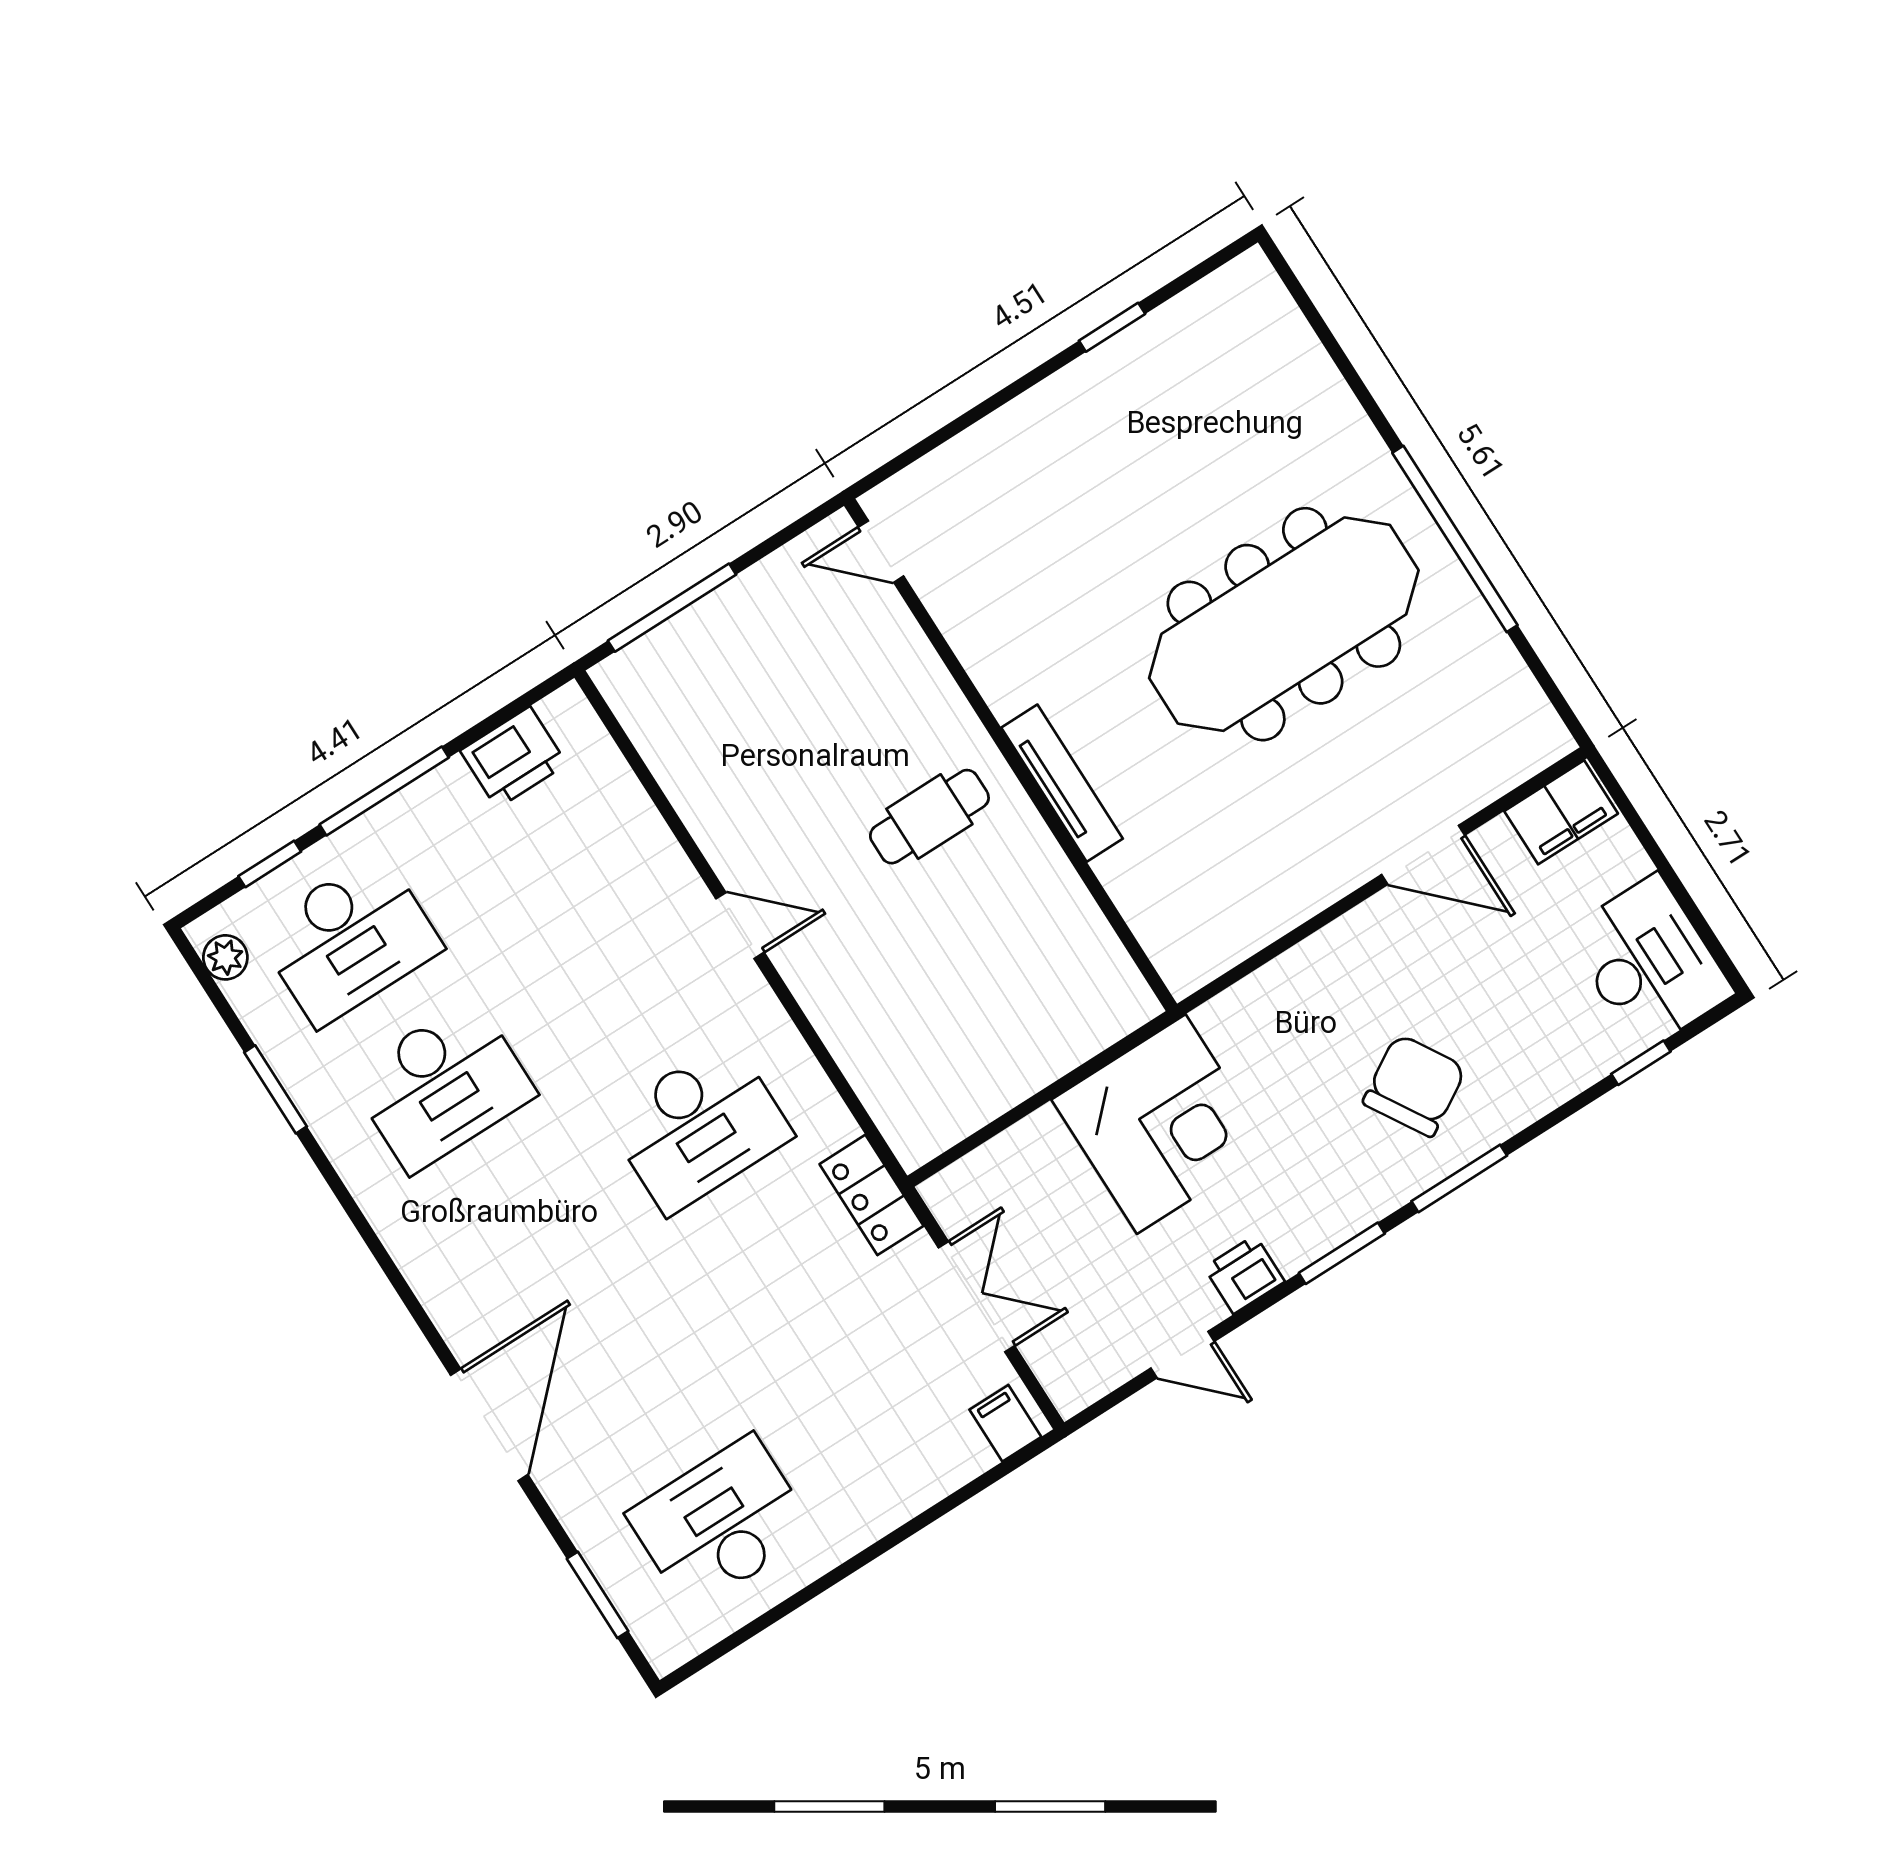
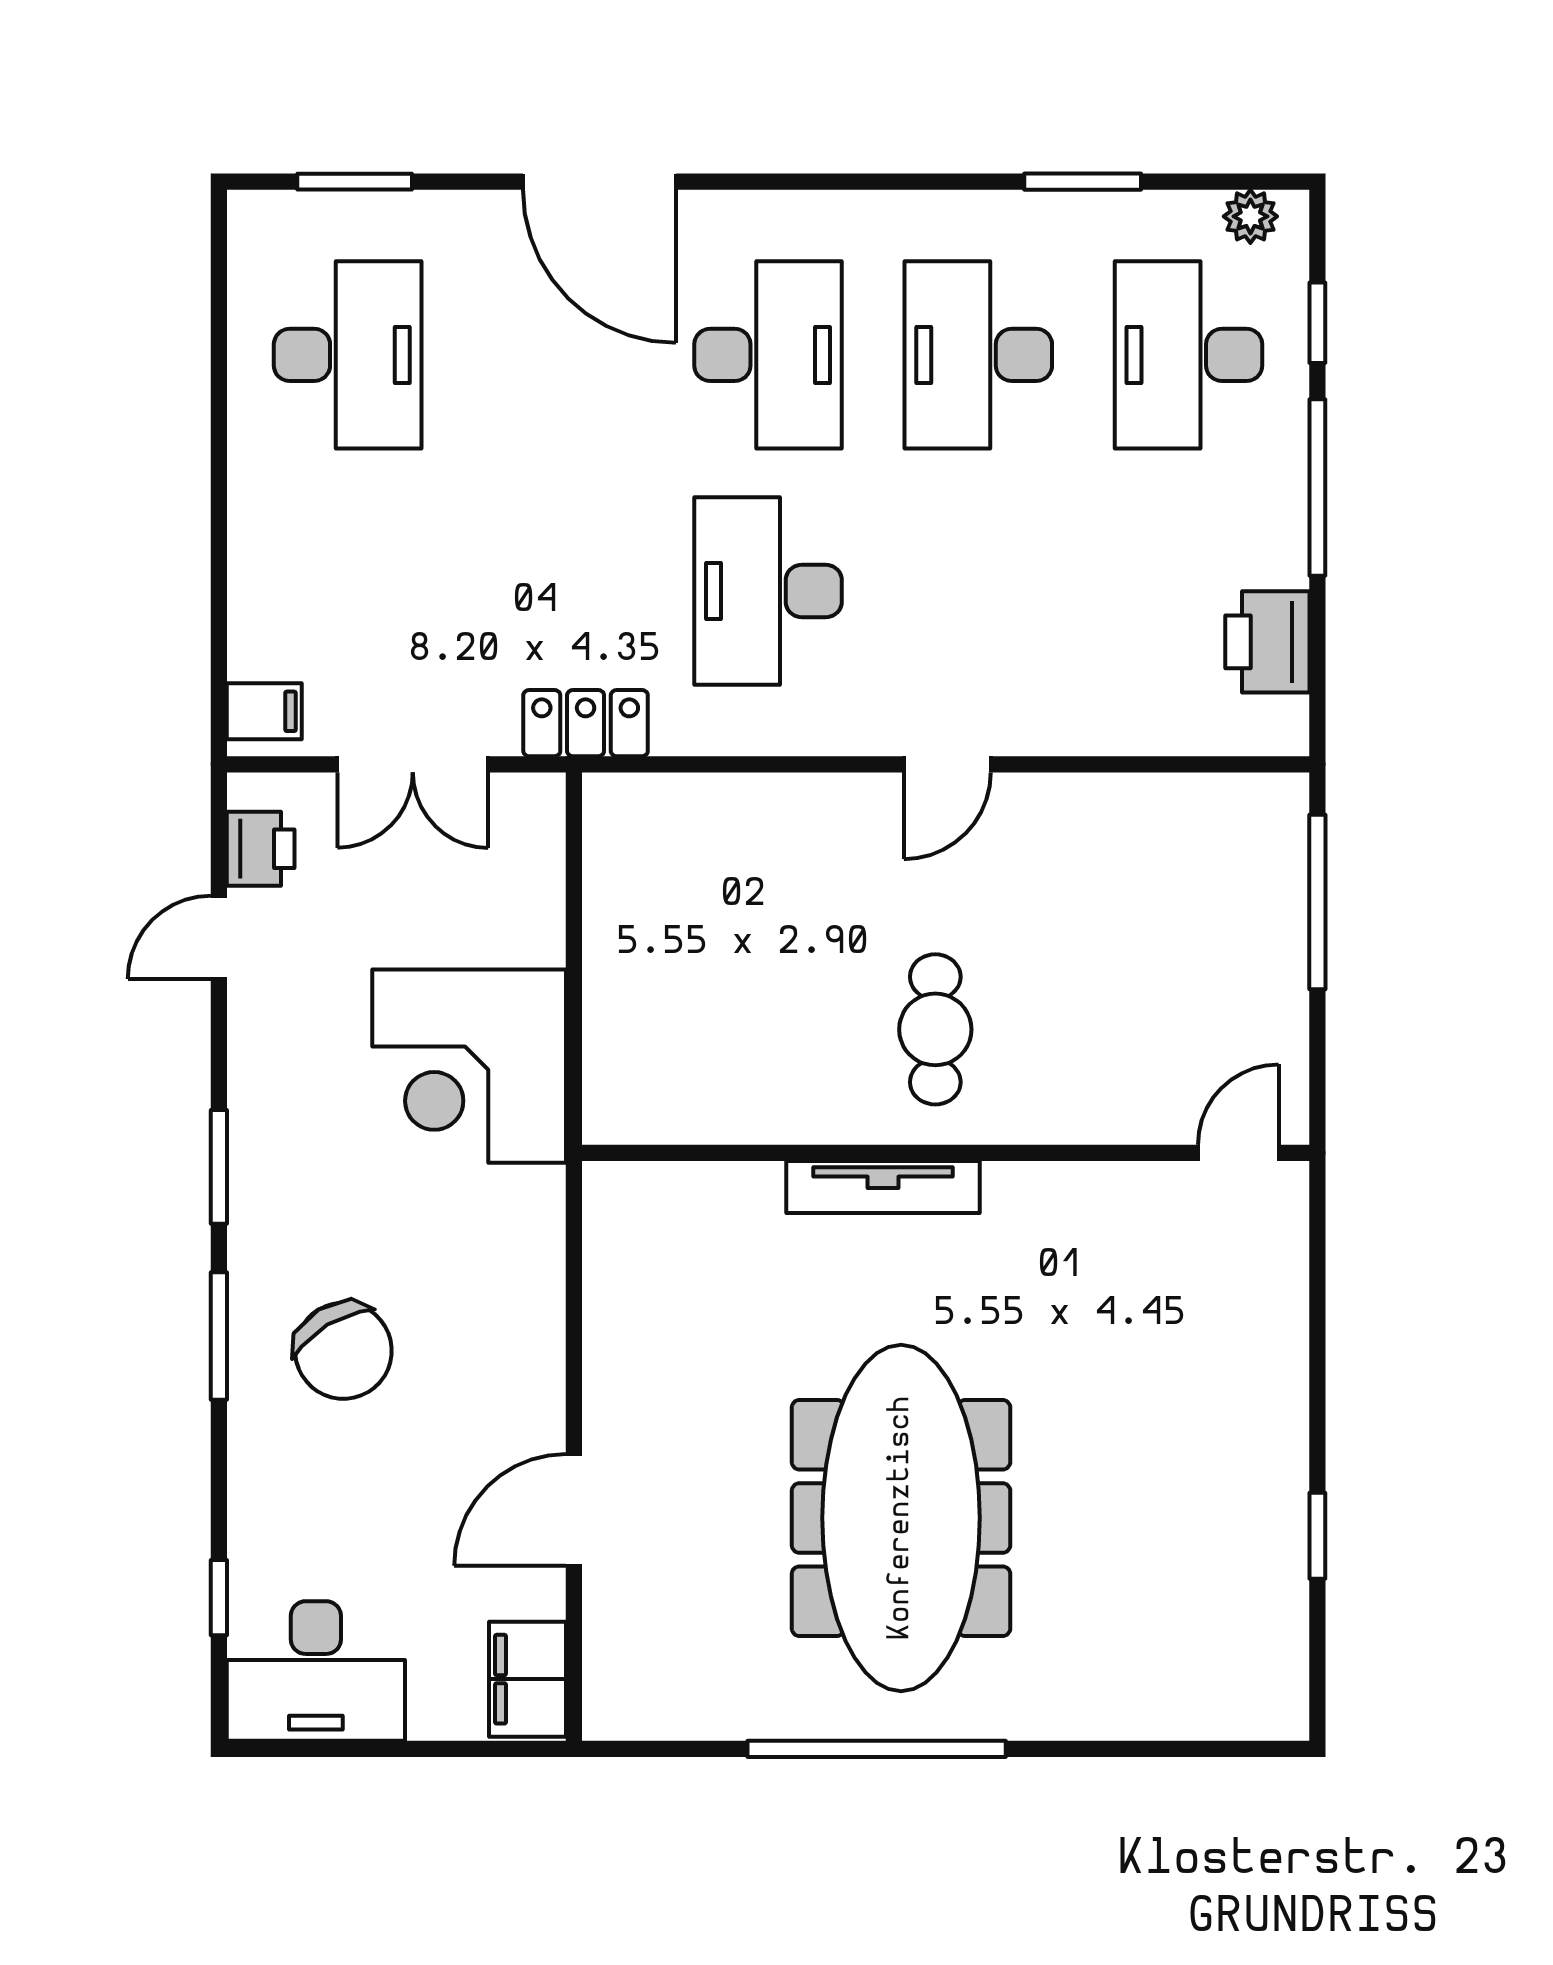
desk: (535, 1231) -> (768, 355), added
printer: (1244, 1274) -> (261, 849), moved

